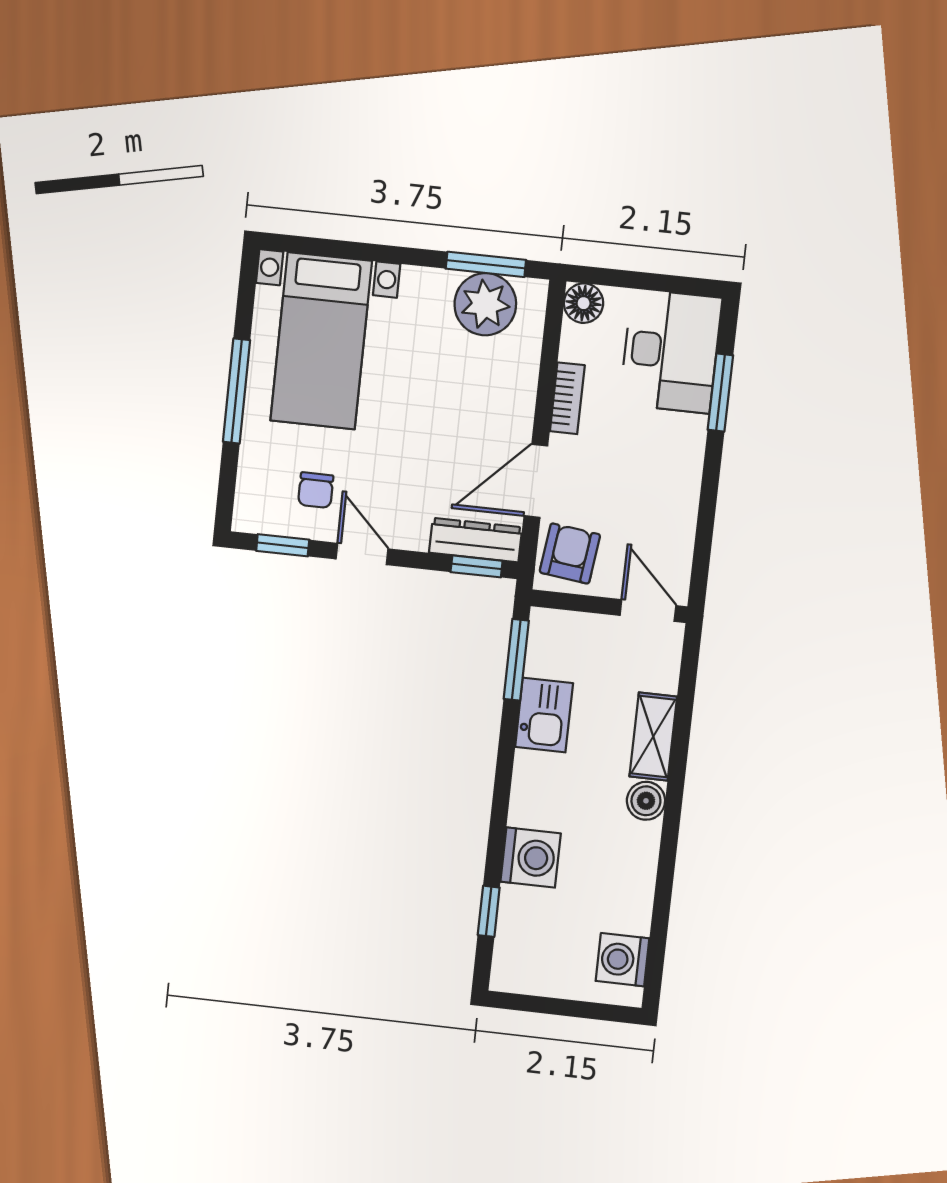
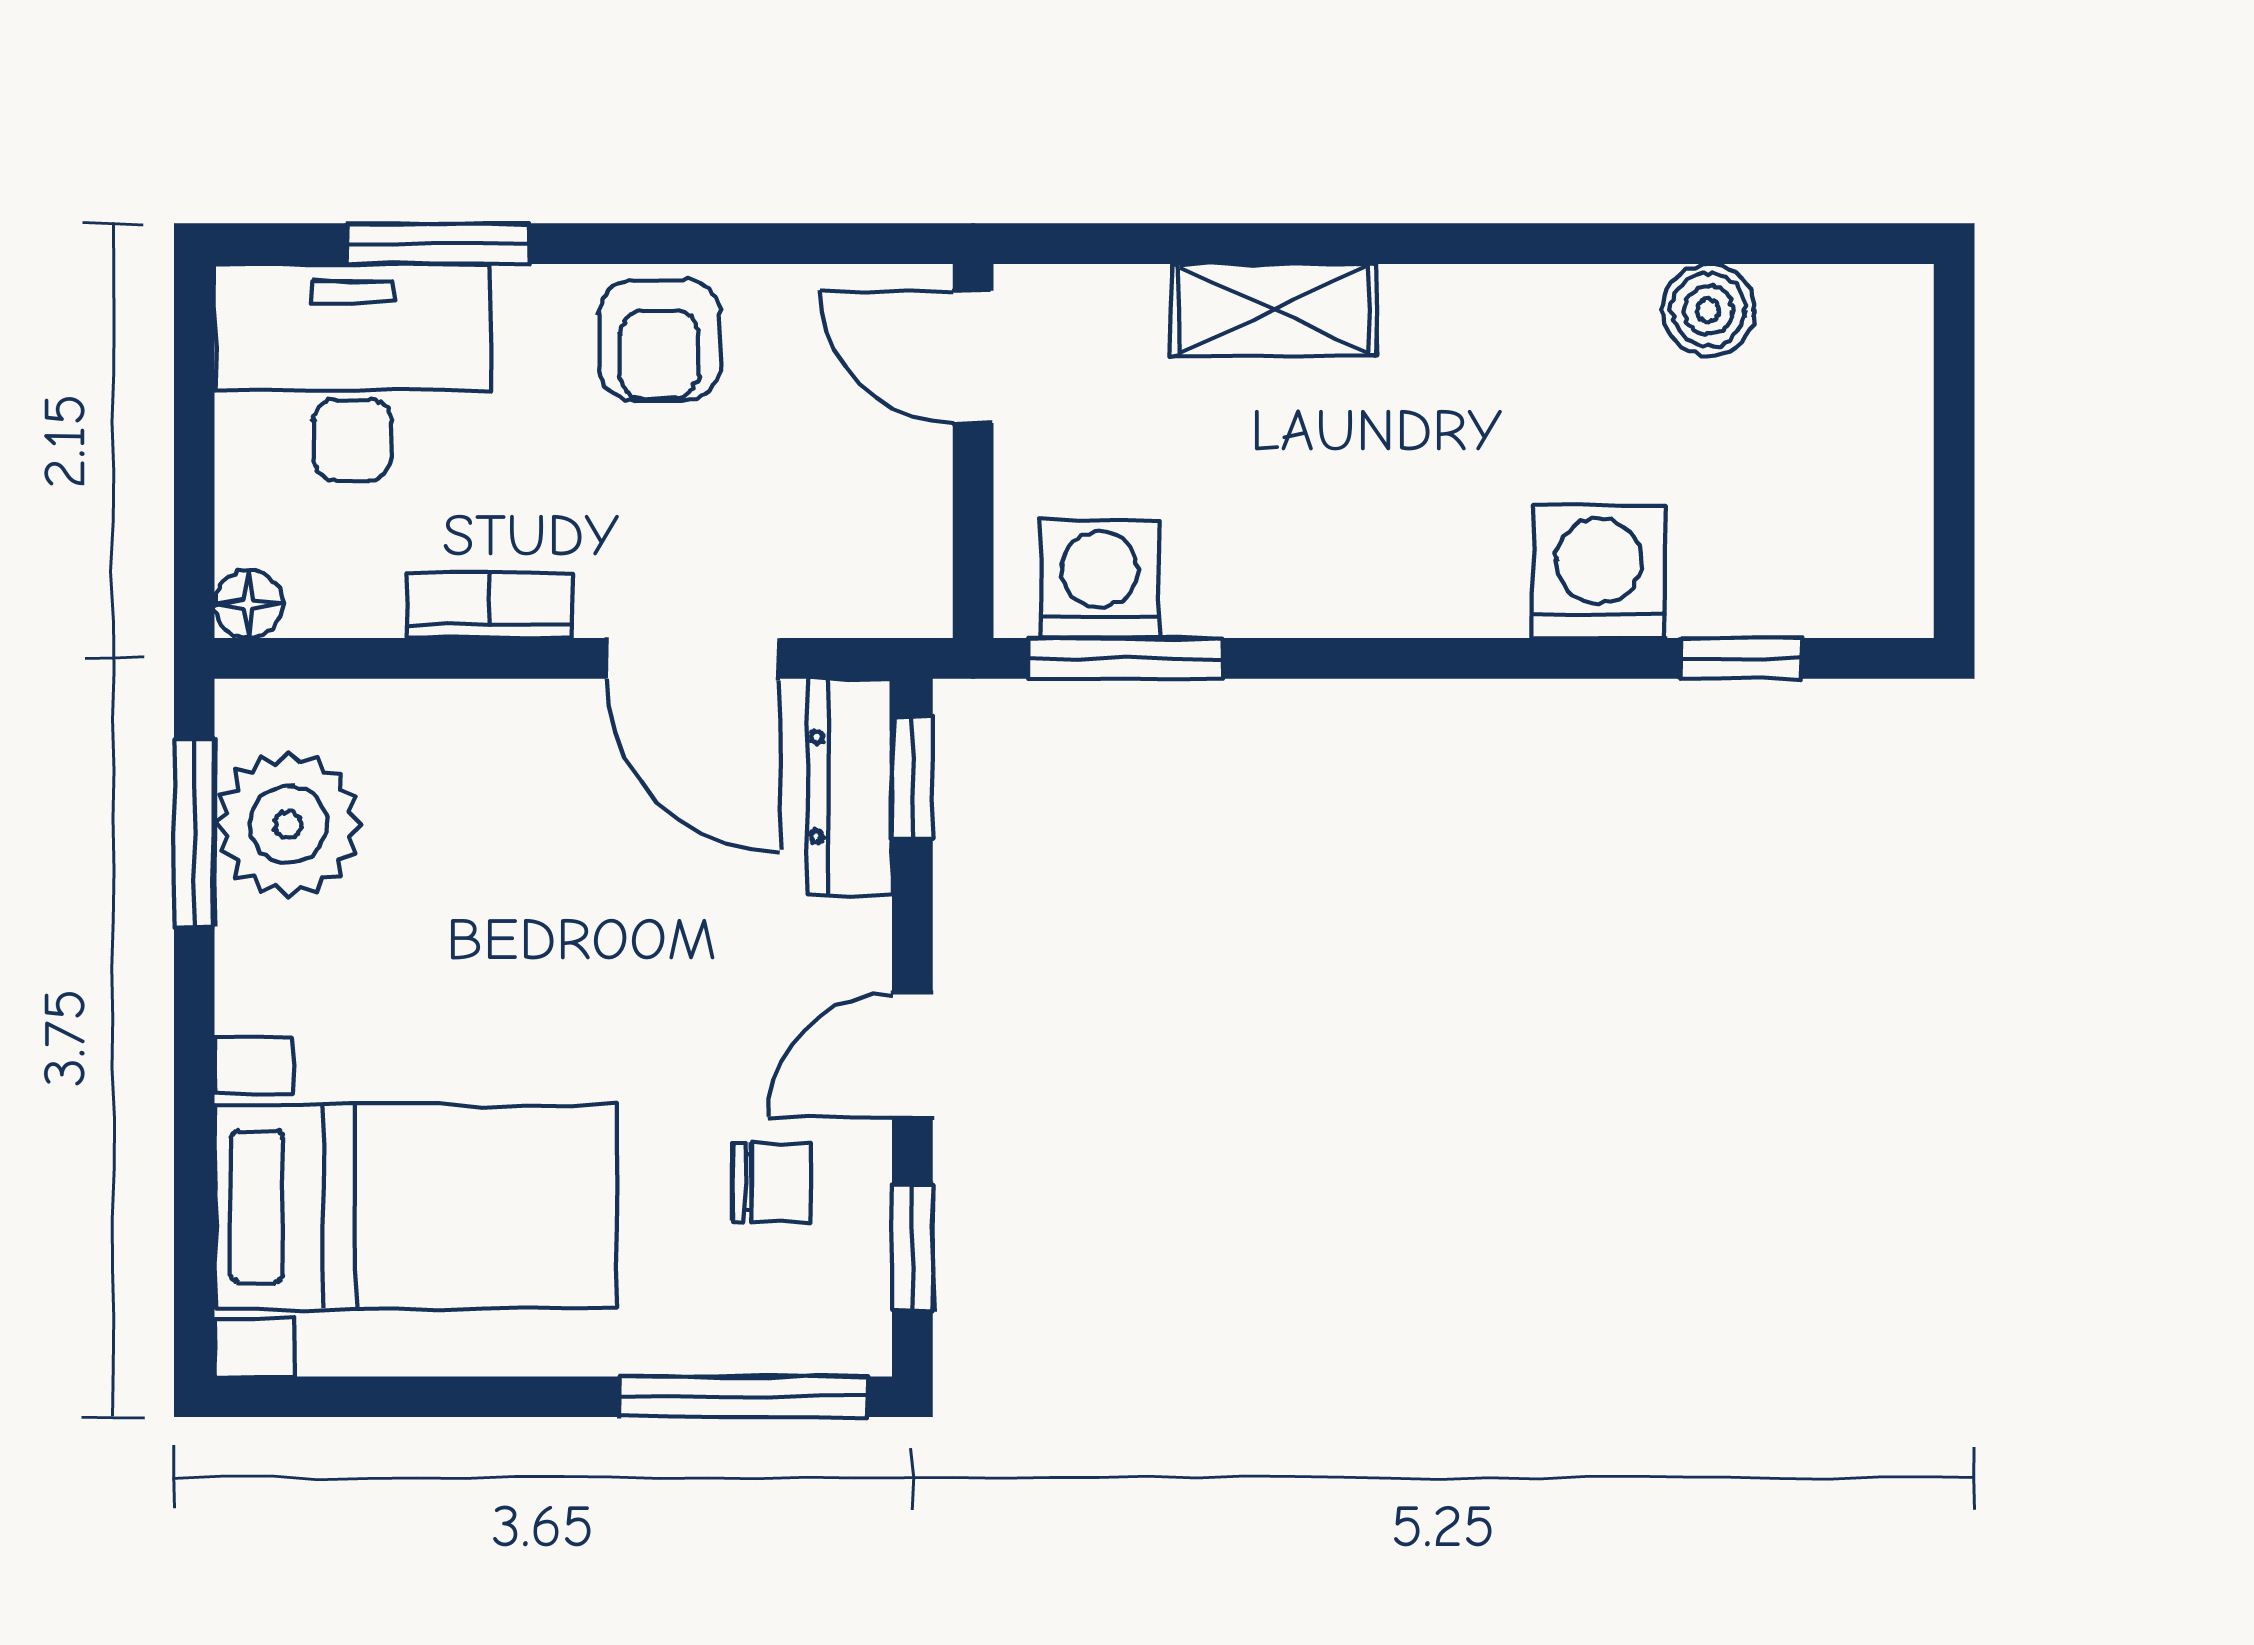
floor lamp: (584, 303) -> (249, 604), width x0.73, depth x0.73
window: (237, 391) -> (743, 1397), moved
armchair: (570, 553) -> (659, 340), moved, turned -97
door: (648, 611) -> (973, 357), hinge flipped
kitchen sink: (544, 715) -> (1251, 577), removed
boiler: (646, 801) -> (1708, 310), moved
washing machine: (623, 960) -> (1100, 579), moved, turned 180

